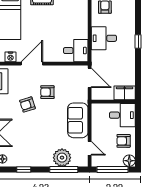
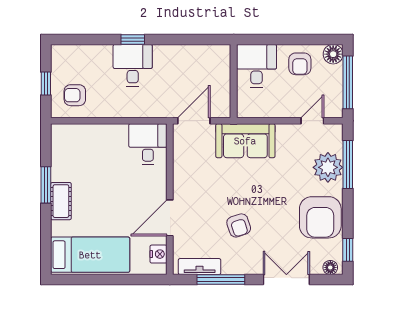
desk: (104, 38) -> (133, 65), moved, turned 180
door: (32, 64) -> (170, 218), hinge flipped
armchair: (47, 92) -> (320, 217), moved, width x1.88, depth x1.88
filing cabinet: (125, 93) -> (219, 62), removed
sofa: (78, 120) -> (245, 141), moved
window: (24, 169) -> (348, 250), moved

